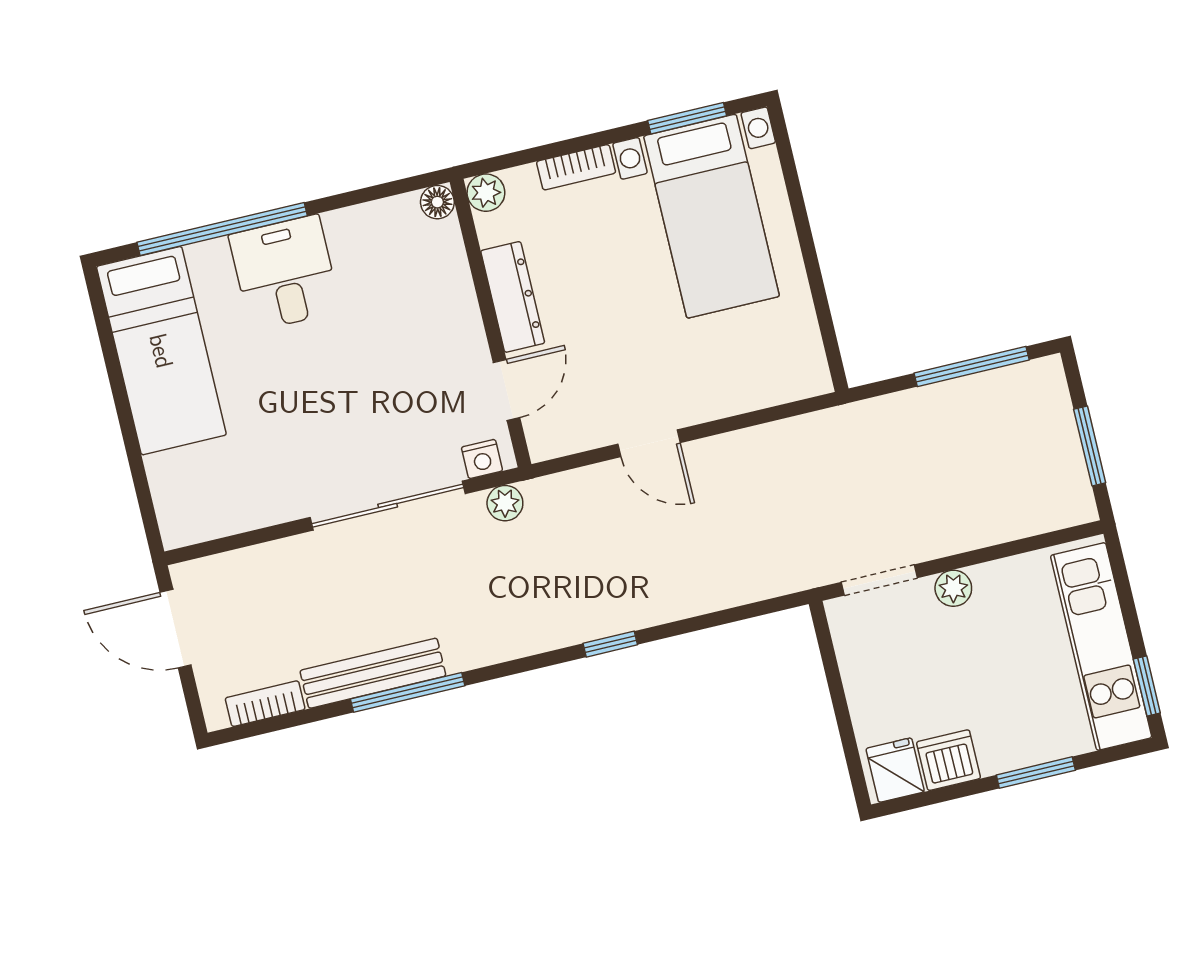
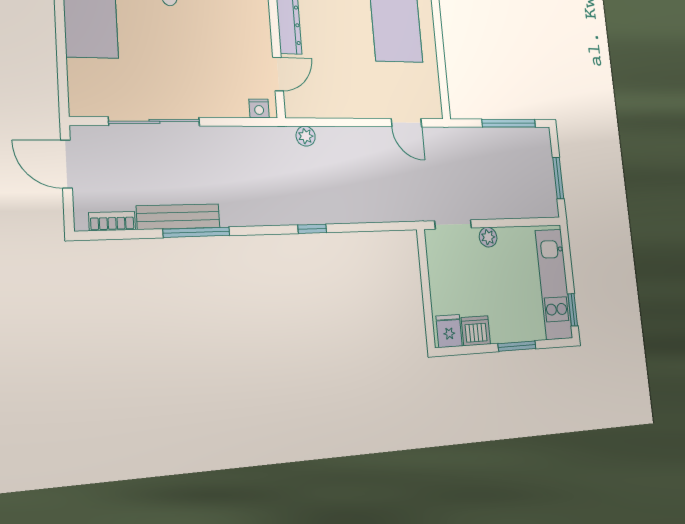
door: (649, 443) -> (406, 123), moved
plant: (505, 503) -> (306, 136), moved
sliding door: (388, 506) -> (154, 121), moved

